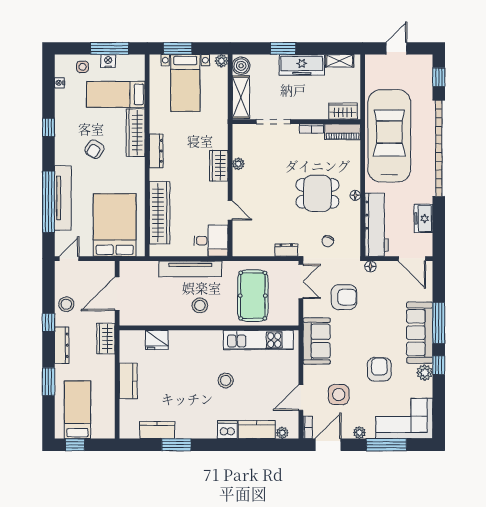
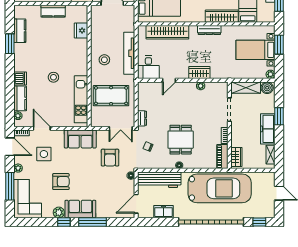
sofa: (420, 333) -> (80, 209), width x0.73

